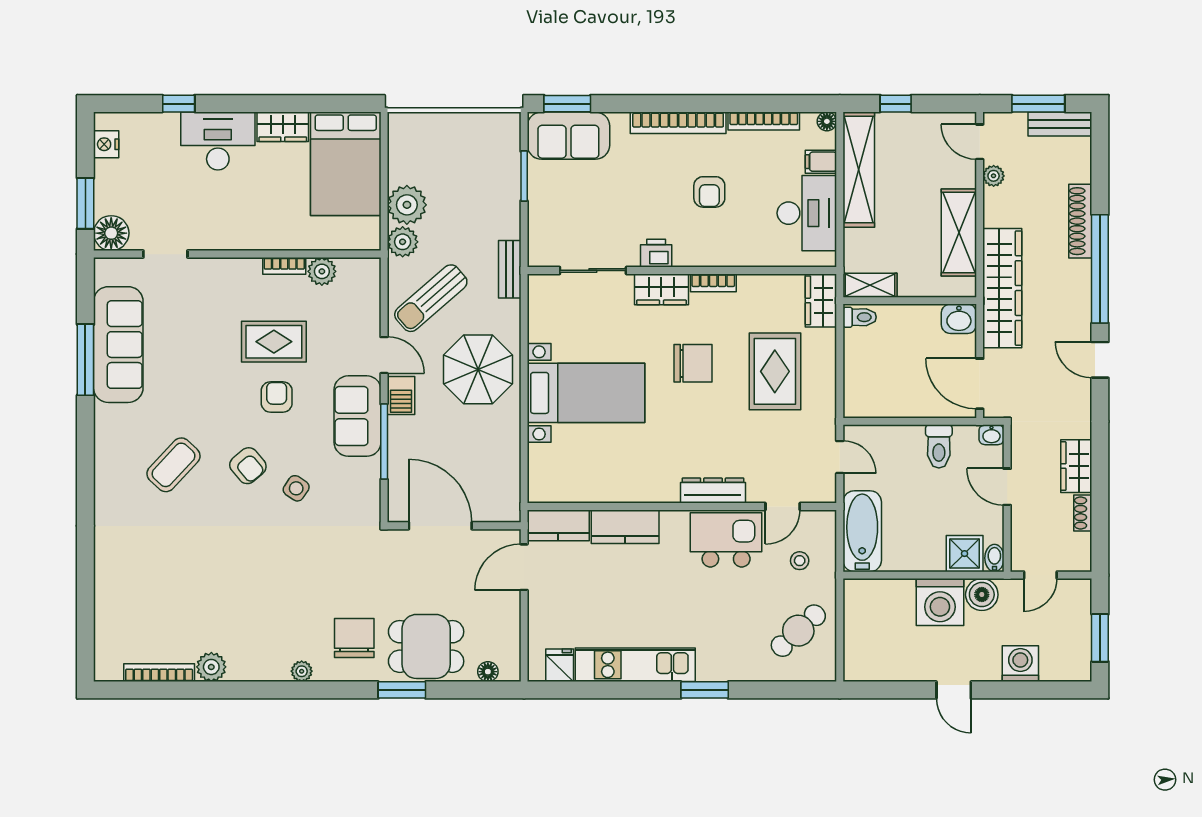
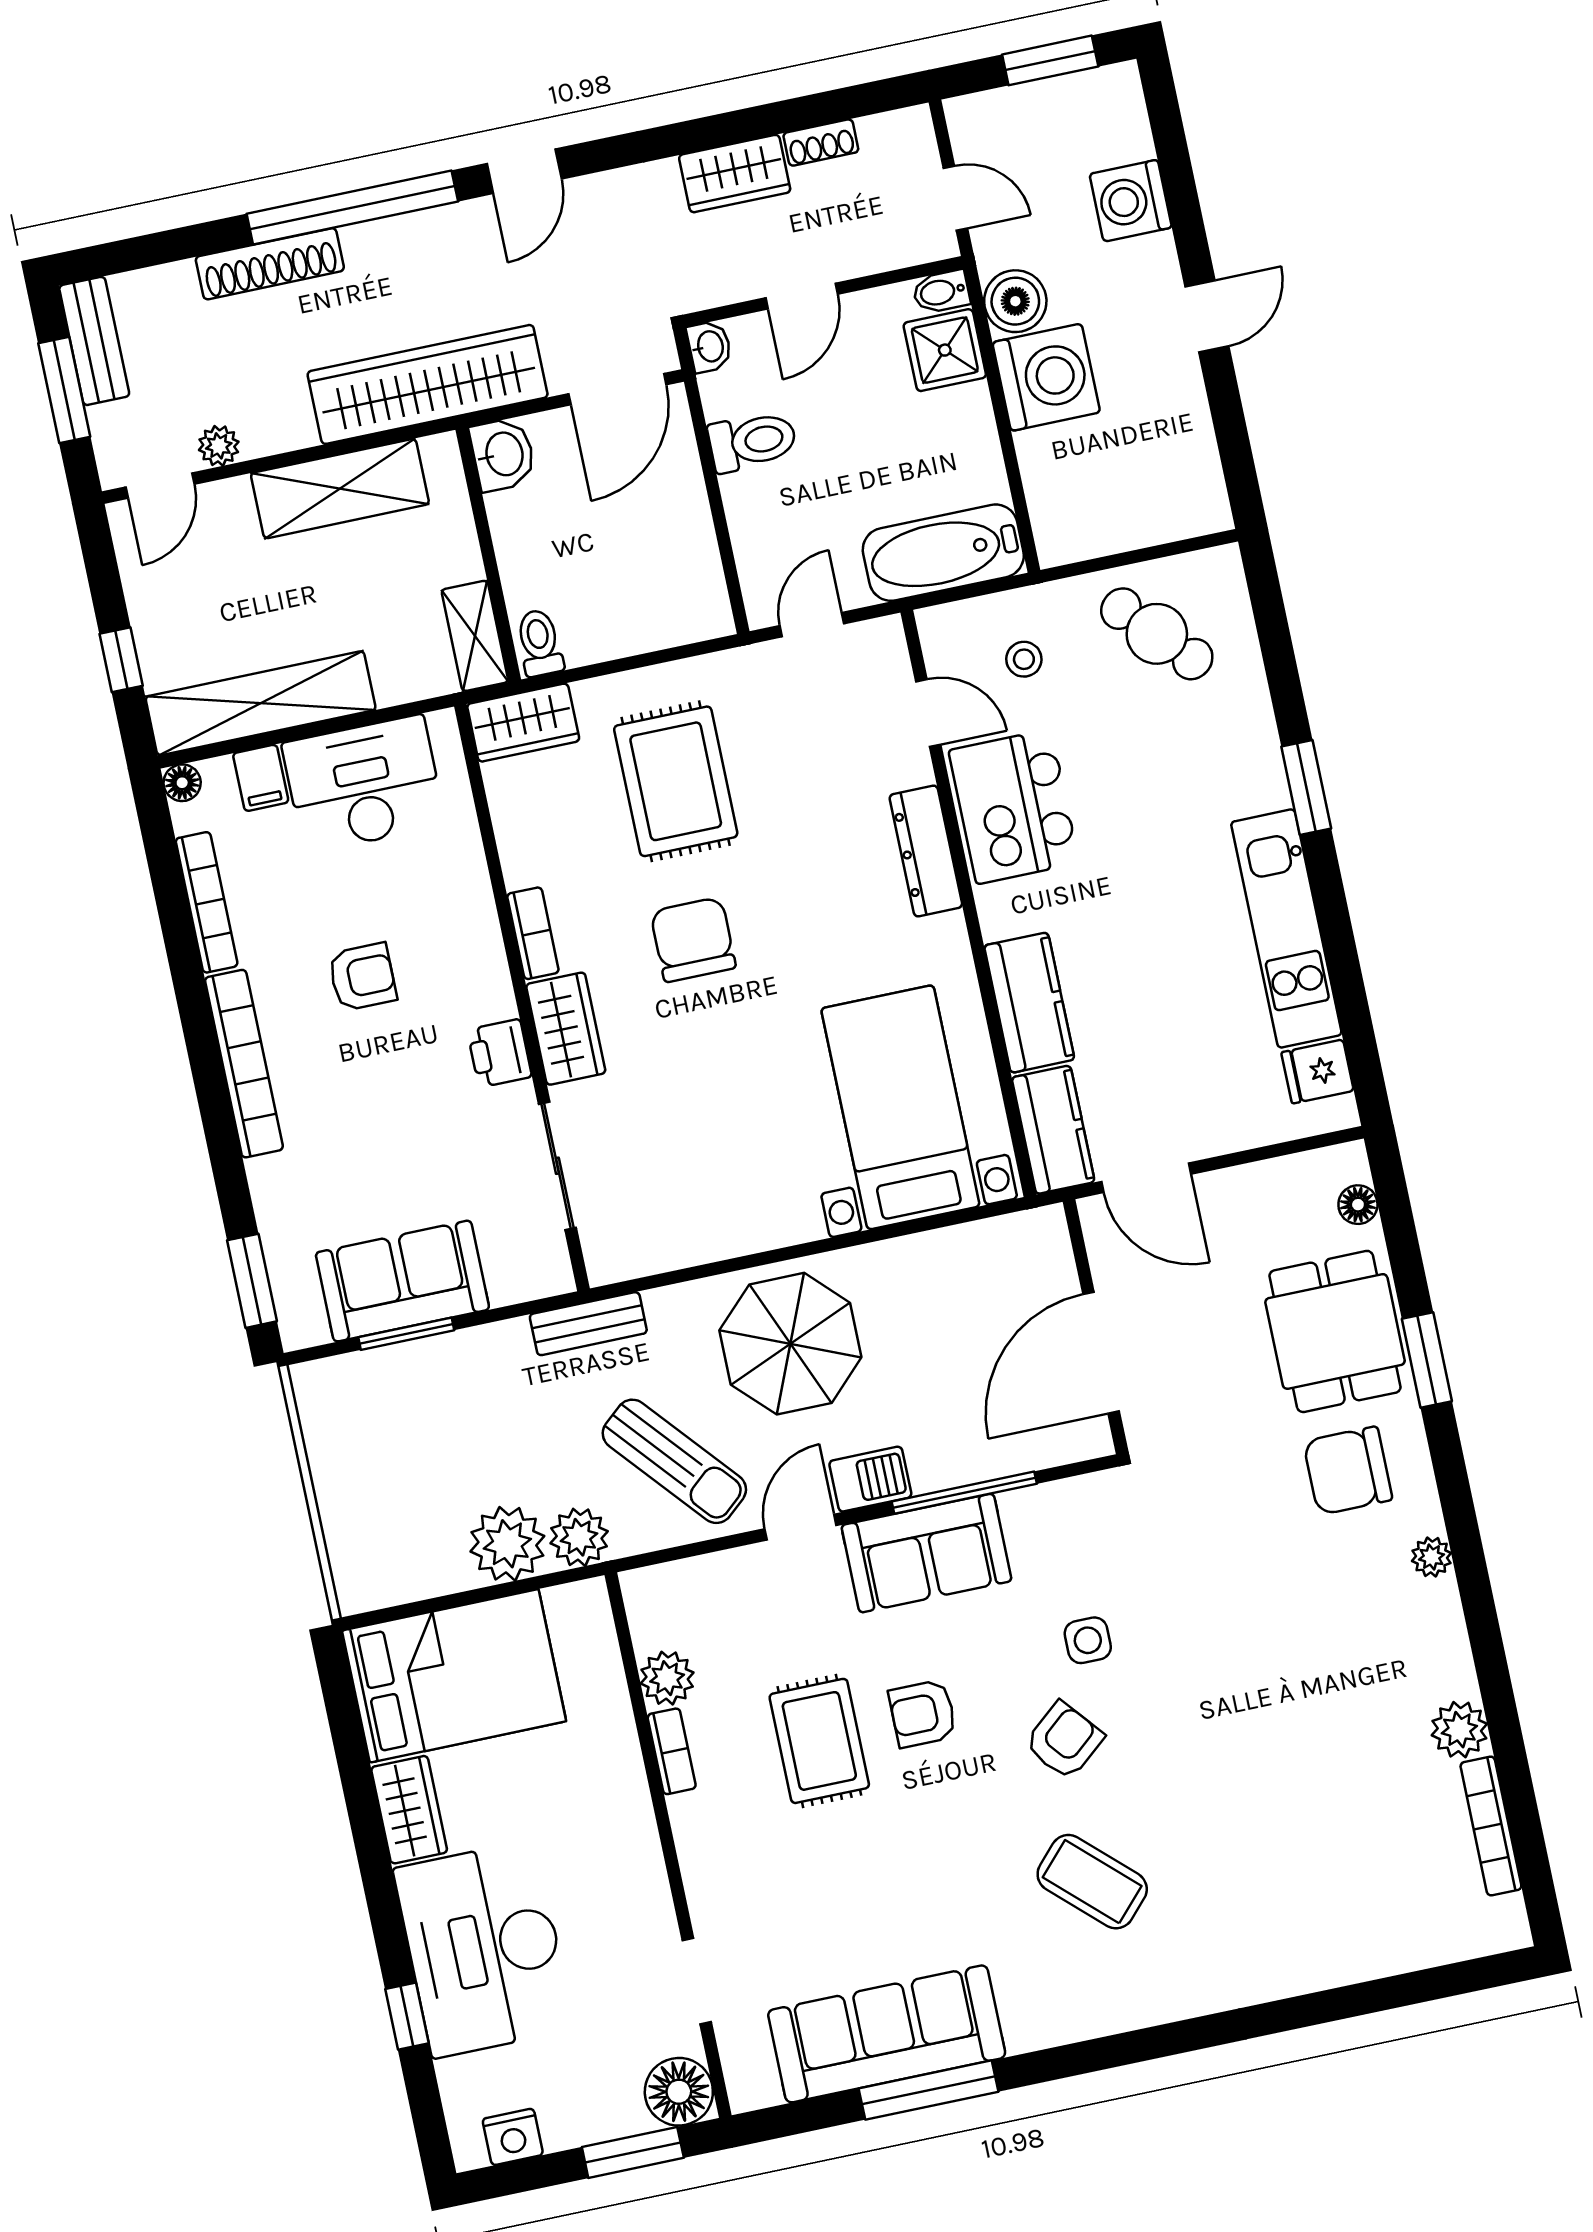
sofa: (568, 136) -> (402, 1281), moved, turned -90
desk: (218, 141) -> (484, 1949), width x1.36, depth x1.30
rug: (775, 371) -> (676, 781), turned 90
bed with nightstands: (586, 393) -> (900, 1107), moved
side table: (296, 488) -> (1088, 1640), turned -34

